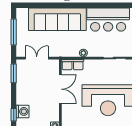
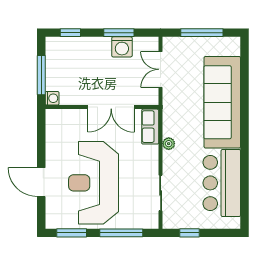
double door: (37, 58) -> (161, 69), swing flipped
window: (14, 73) -> (119, 33), moved
washing machine: (23, 111) -> (122, 47), moved

